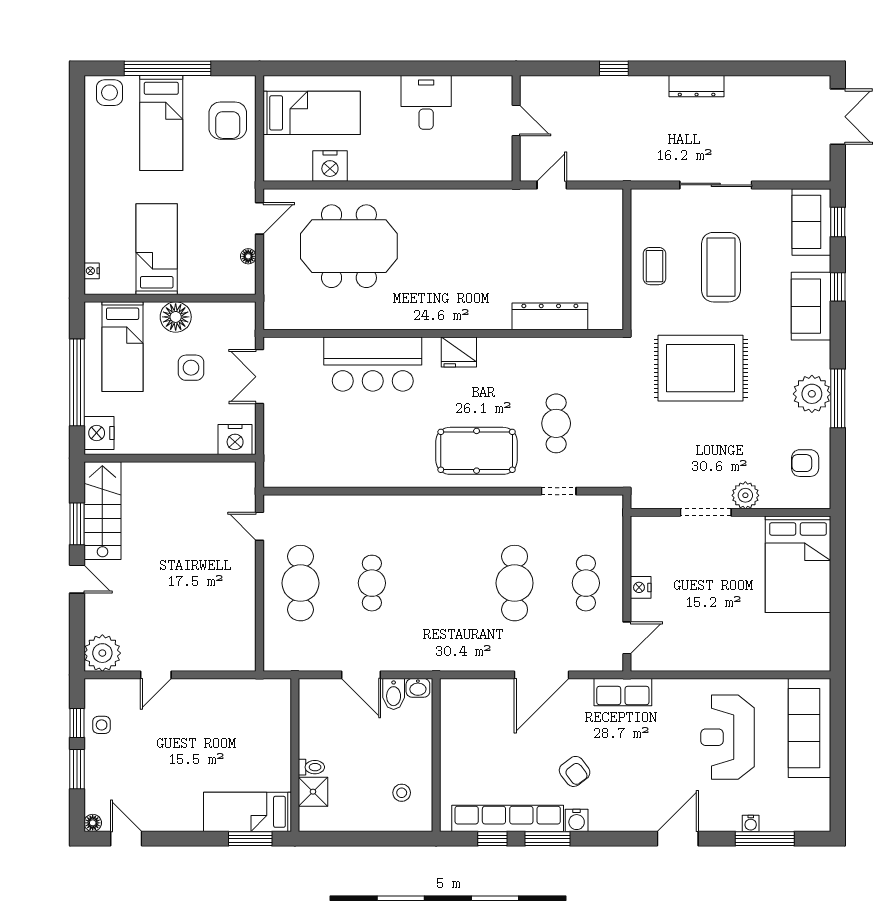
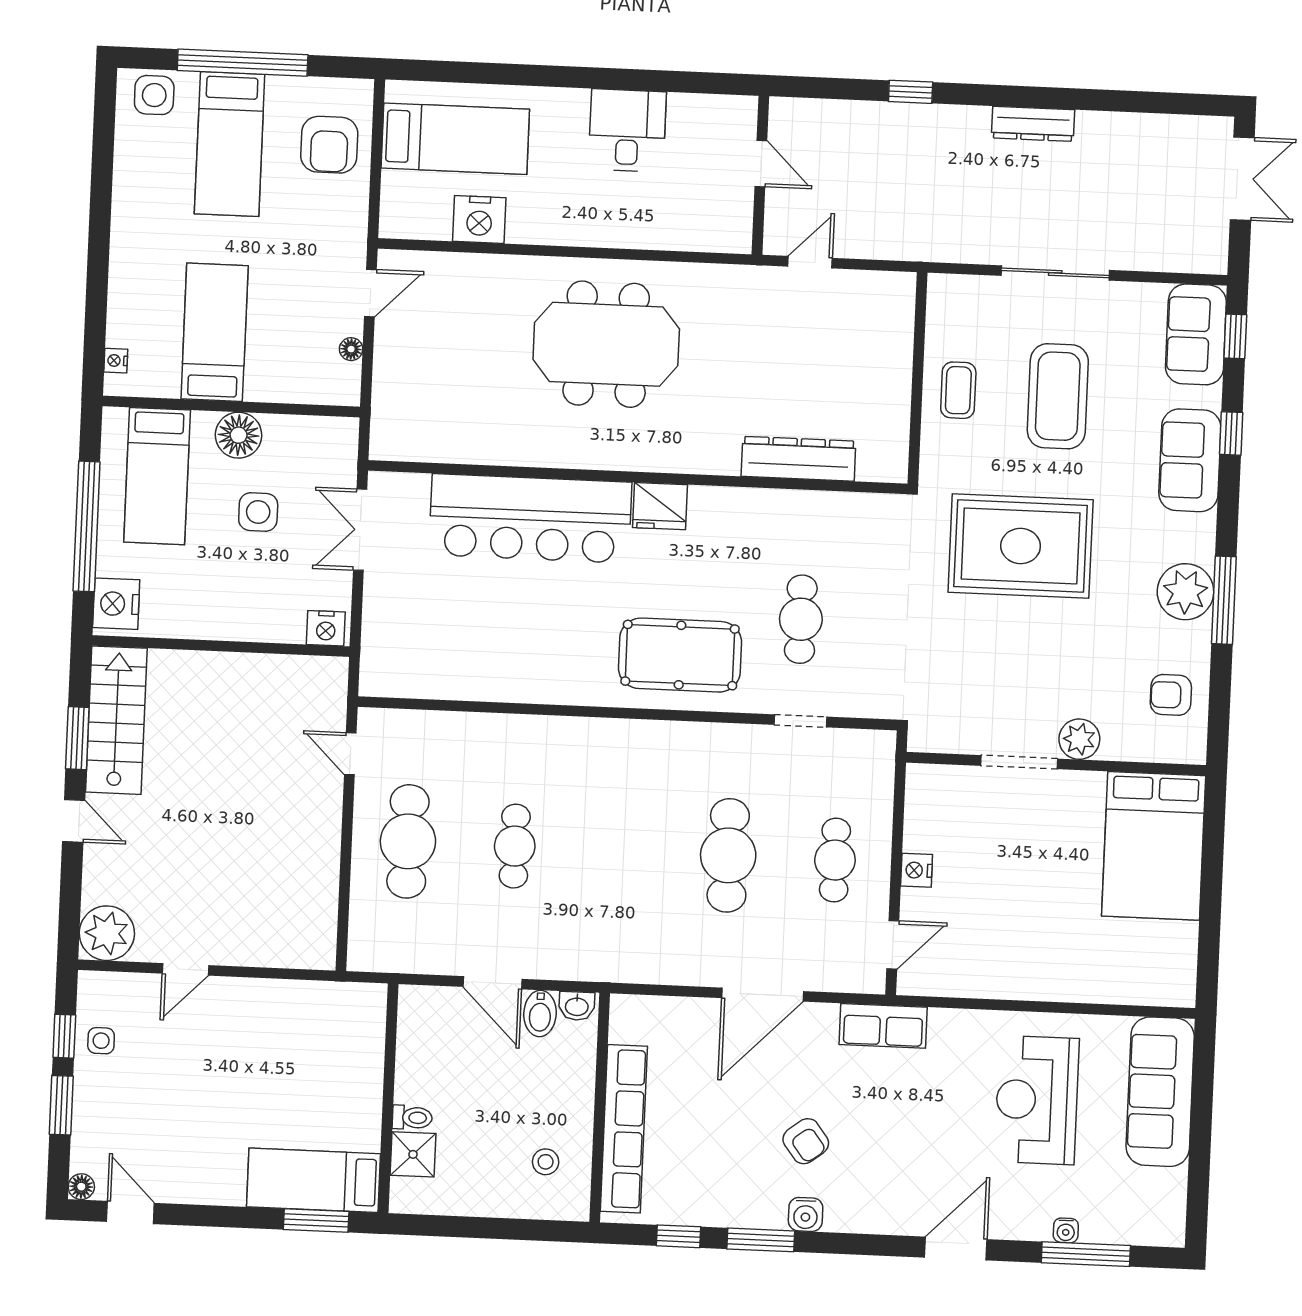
meeting table: (349, 246) -> (606, 344), moved
bar counter: (373, 364) -> (530, 518), width x1.36
nightstand: (235, 440) -> (326, 628), width x0.74, depth x0.75
row of seats: (508, 818) -> (624, 1129), moved, turned 90

